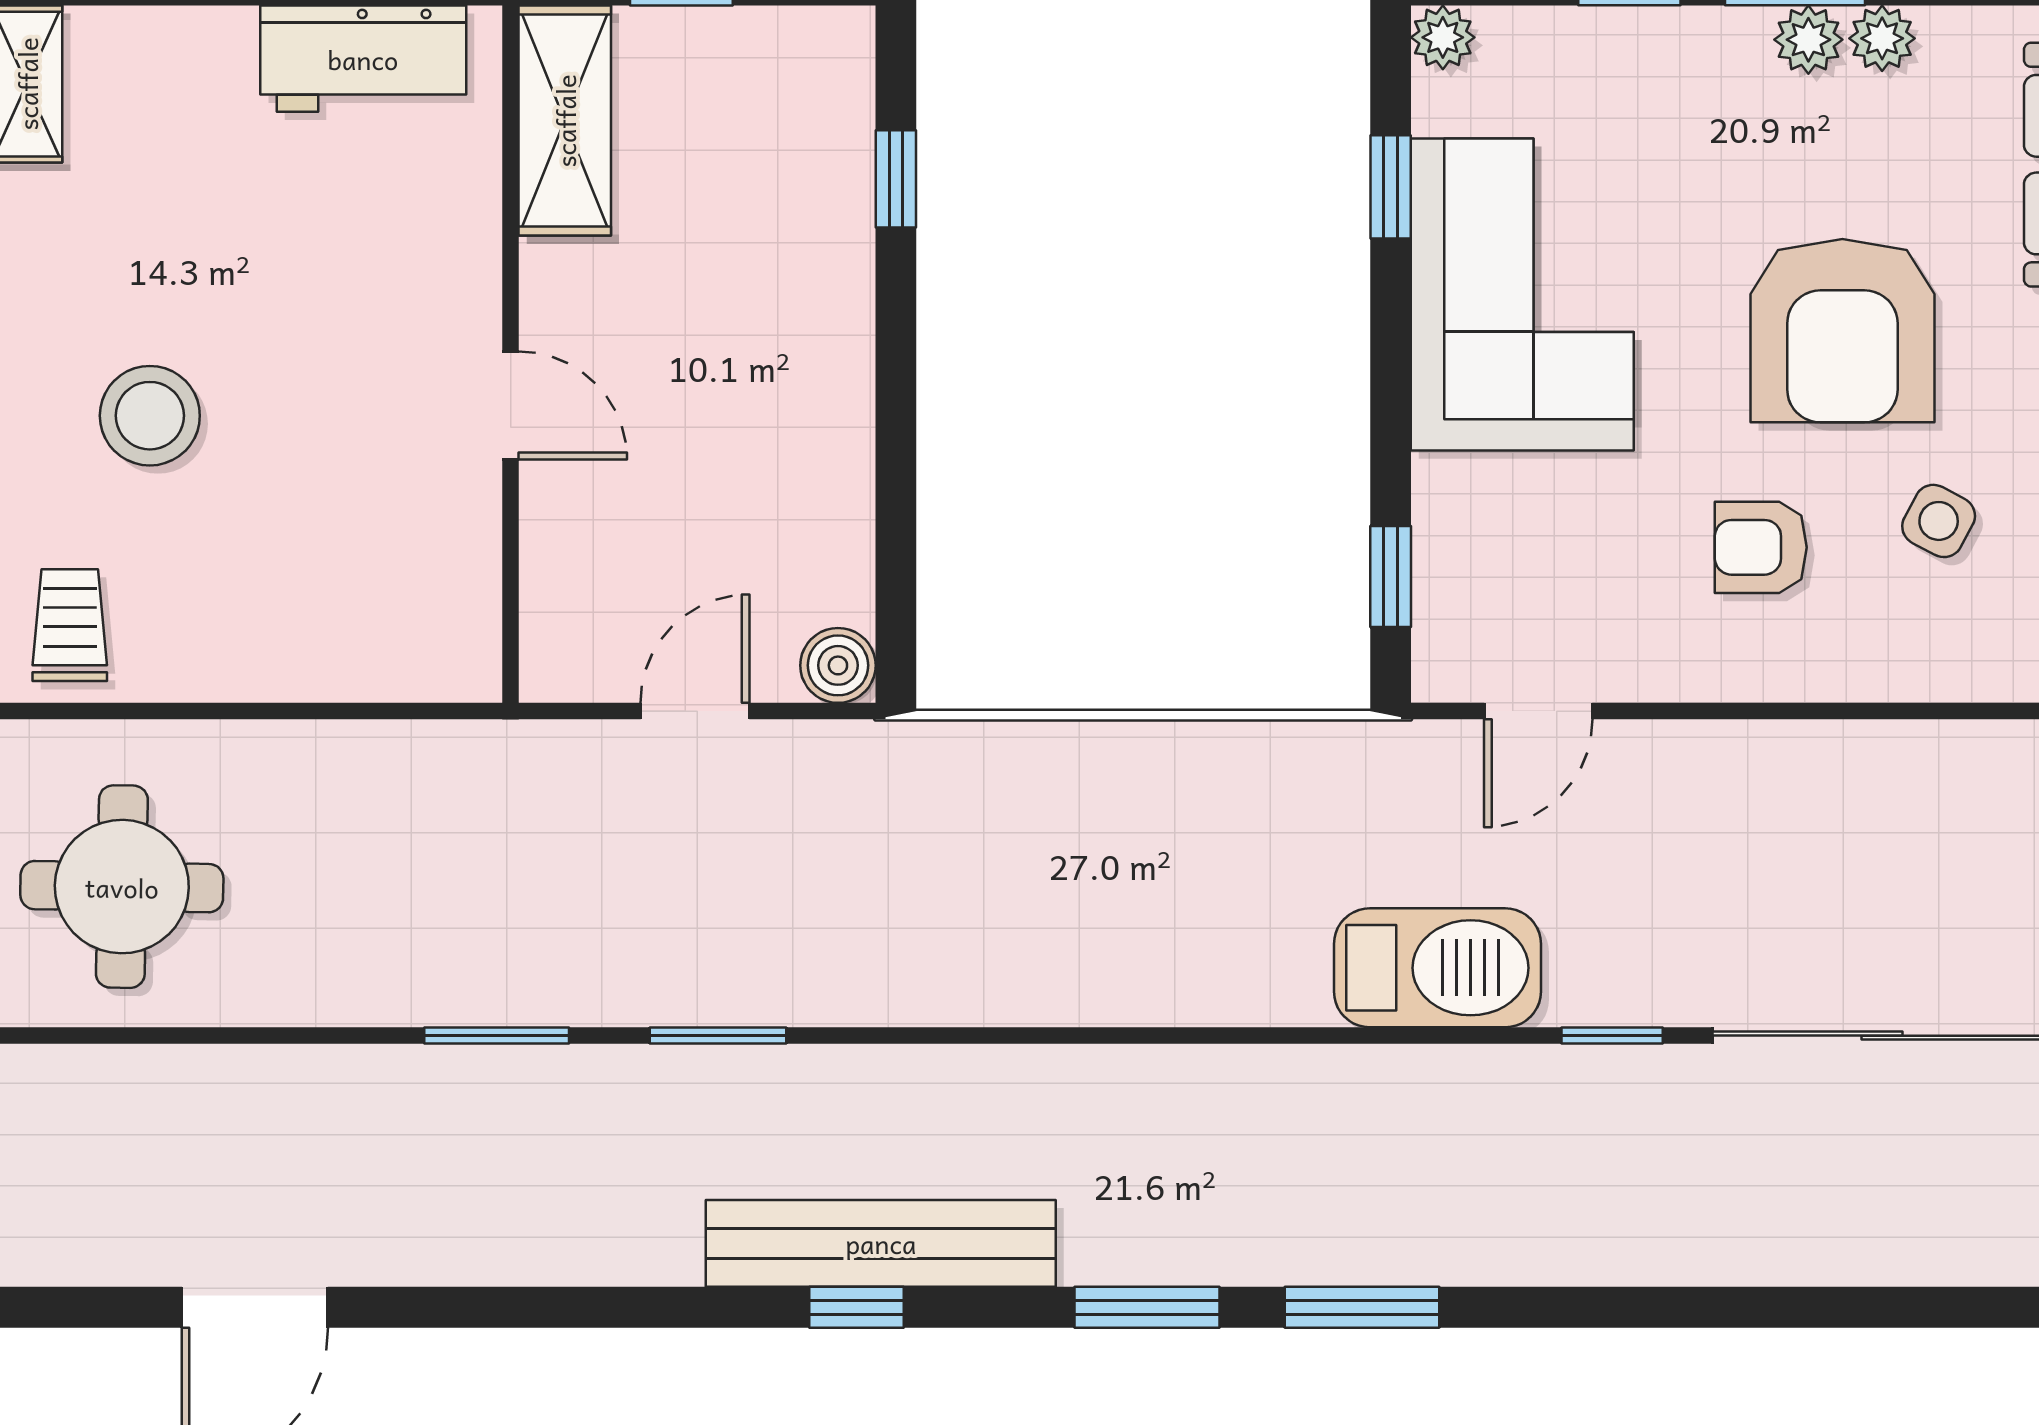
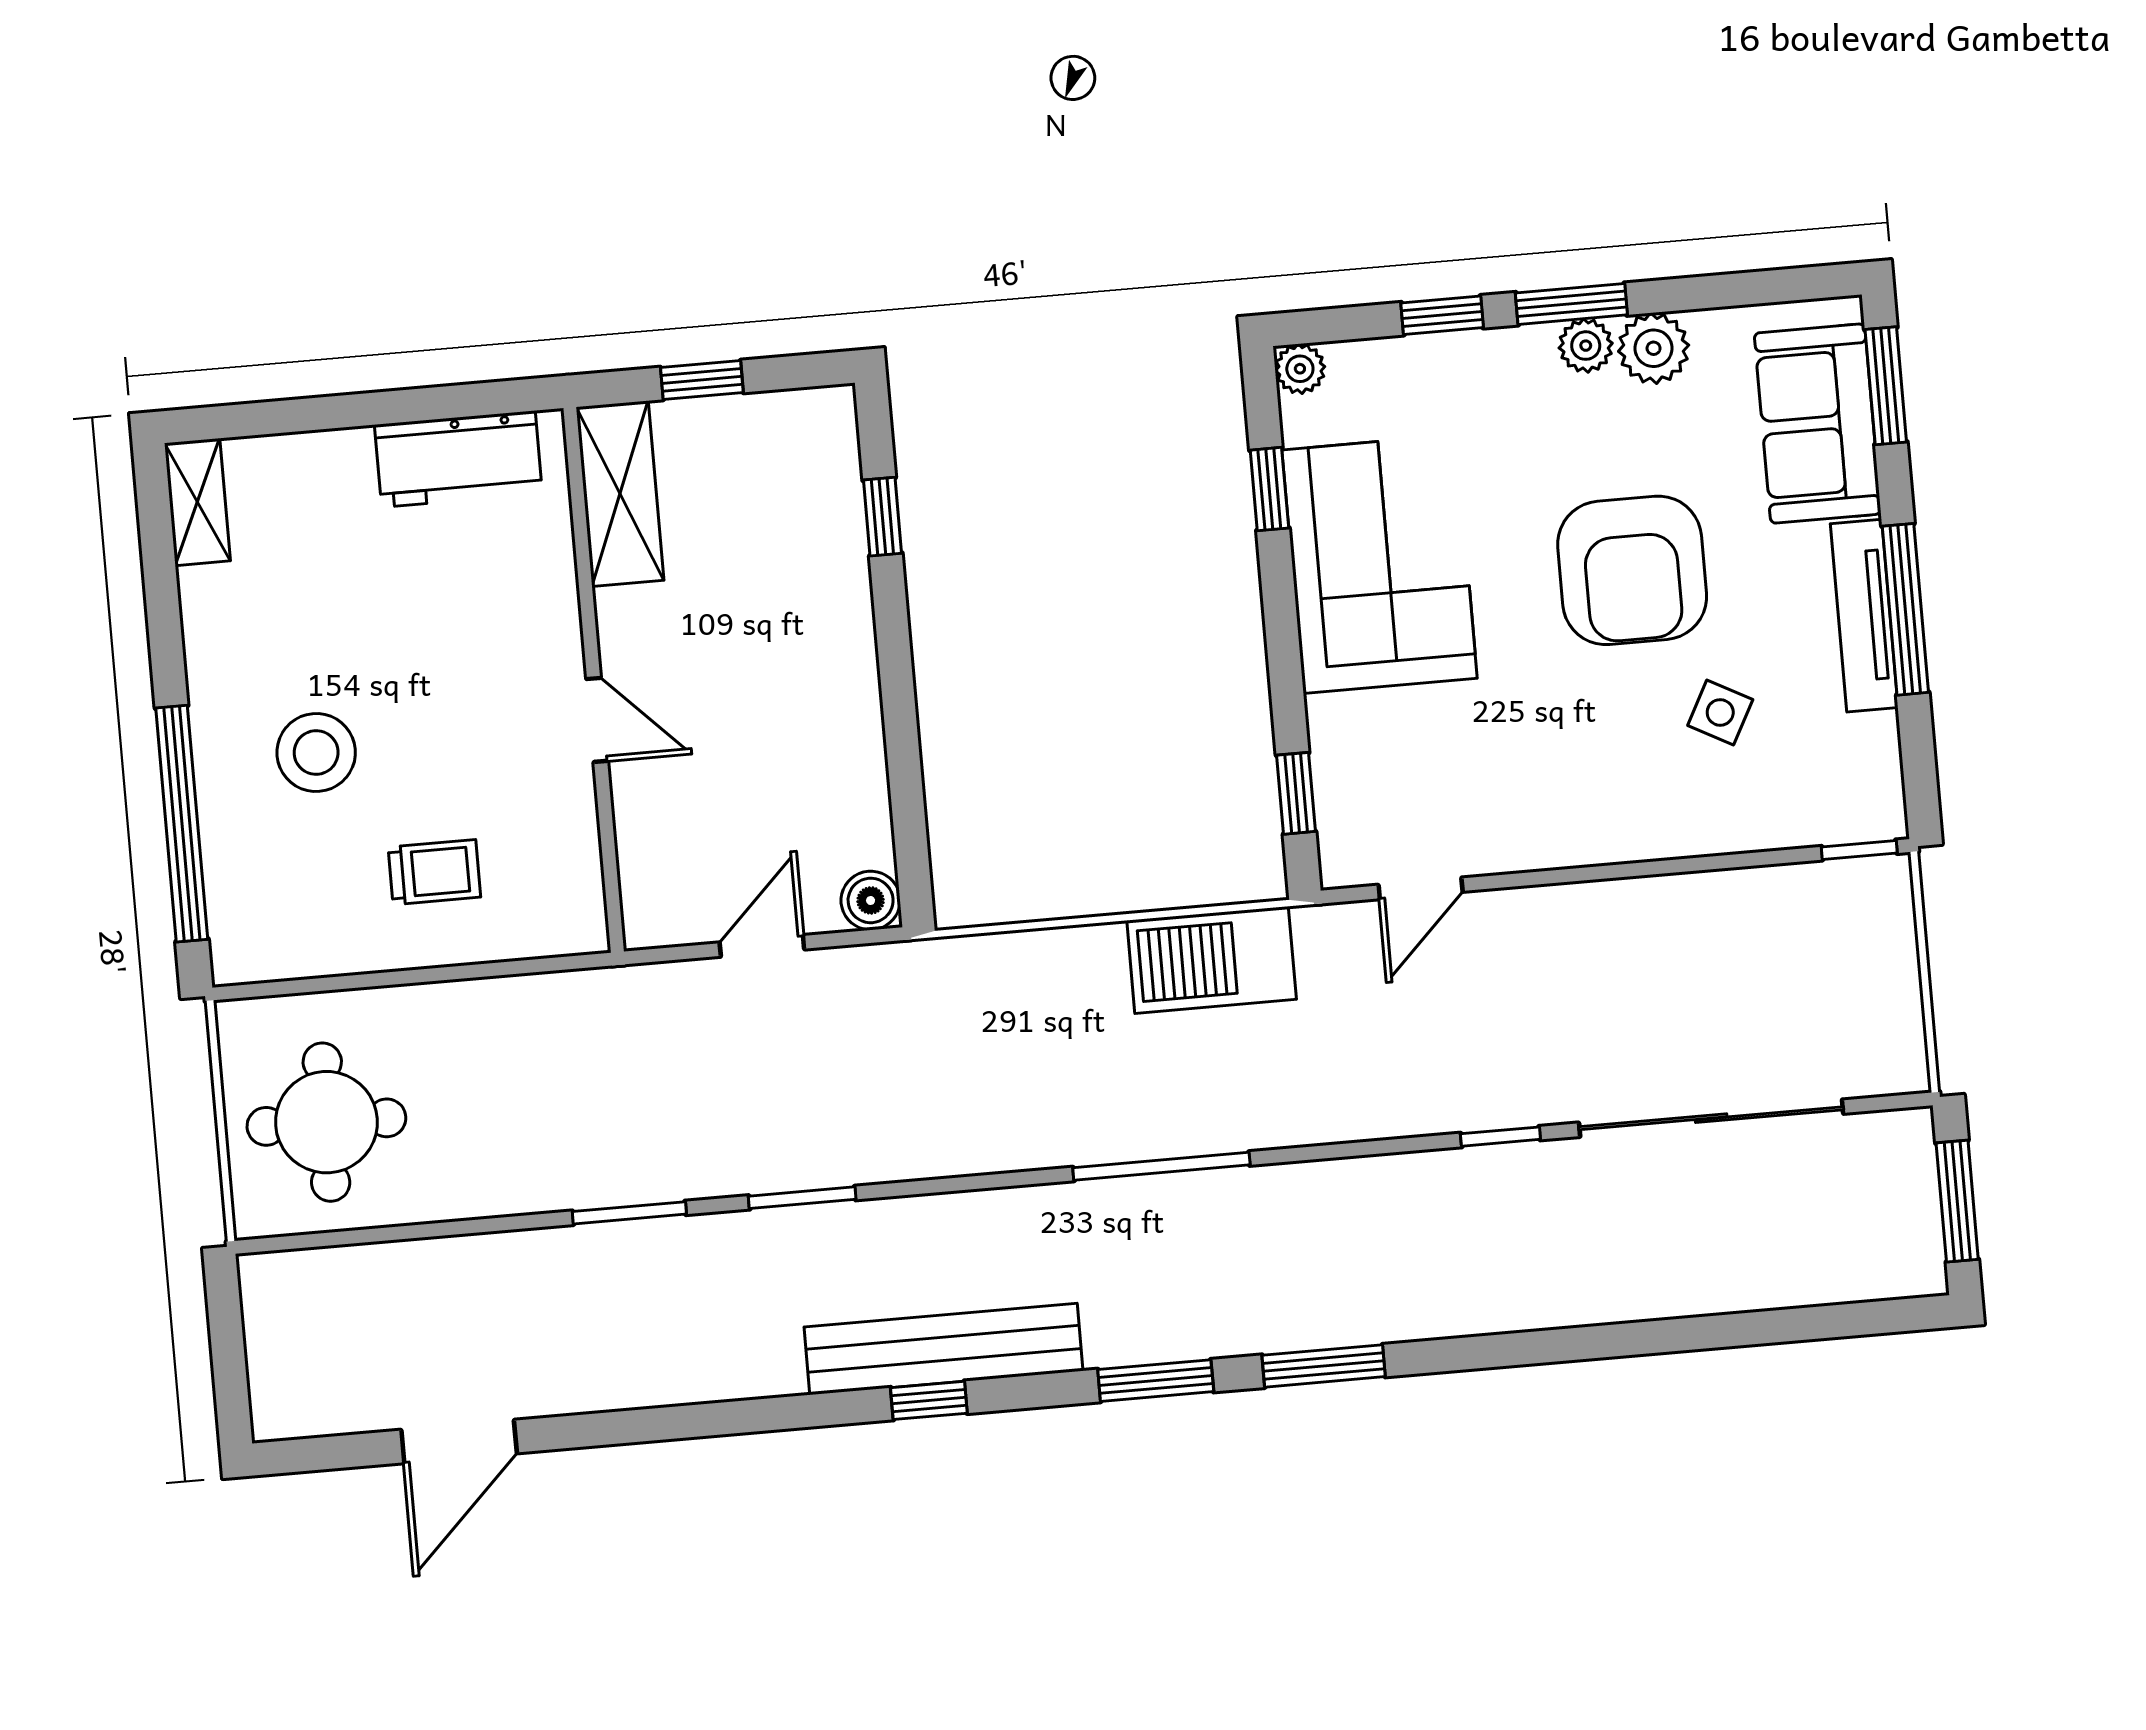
plant: (1882, 38) -> (1654, 348), width x1.38, depth x1.38
armchair: (1761, 547) -> (1583, 745), removed
trolley: (70, 625) -> (434, 872), moved, turned 90
barbecue: (1437, 968) -> (1212, 960), moved, turned 180
window: (1178, 1036) -> (1161, 1166), added

